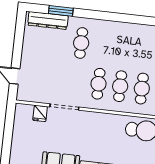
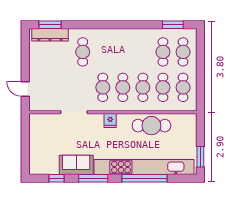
window: (61, 11) -> (50, 25), moved
fridge: (40, 113) -> (110, 121), moved

